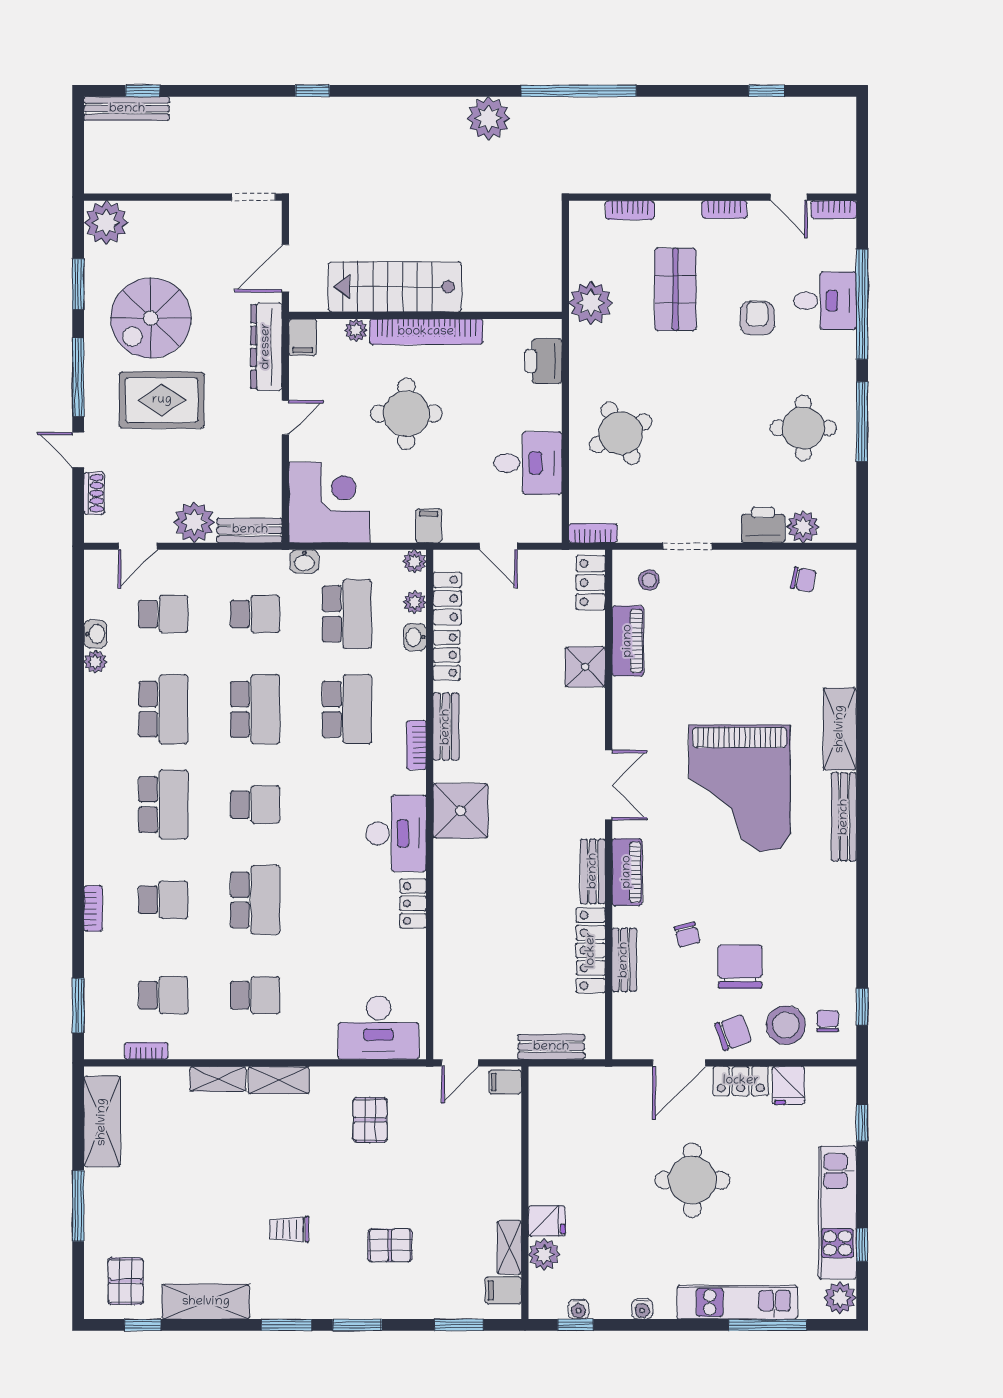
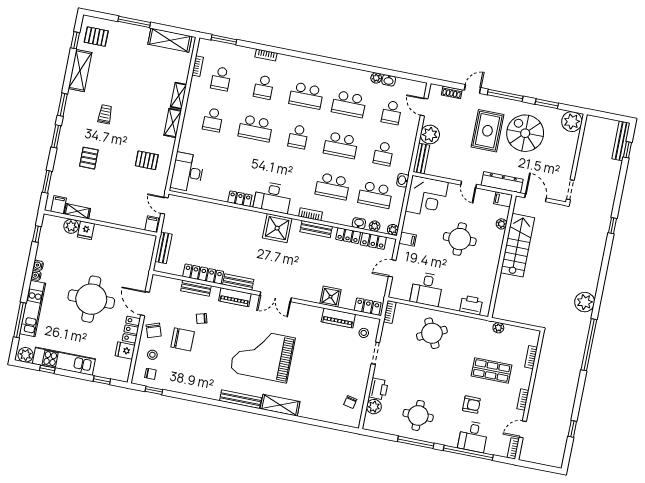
plant: (591, 303) -> (498, 328), width x0.53, depth x0.53
bookcase: (426, 332) -> (495, 255), removed
stool: (786, 1025) -> (152, 355), width x0.53, depth x0.53
round table: (692, 1180) -> (91, 299), width x1.36, depth x1.36
water cooler: (579, 1309) -> (36, 275), moved

